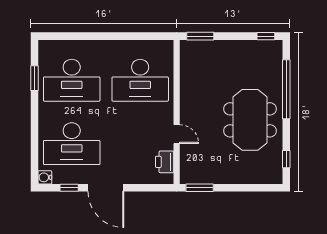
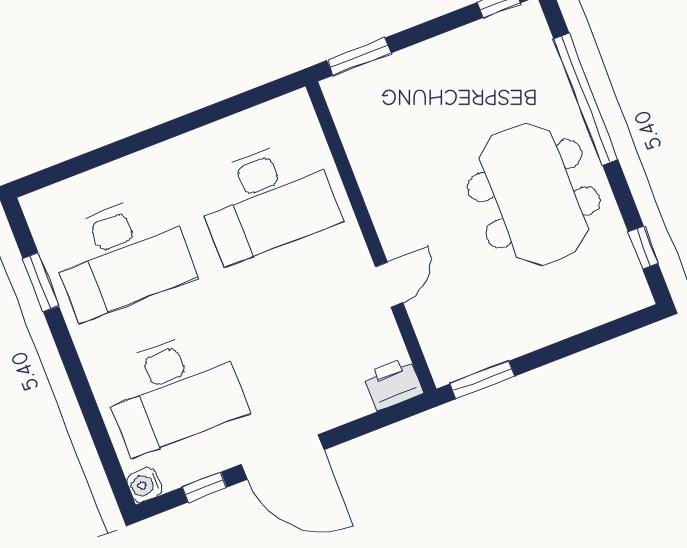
door: (177, 134) -> (389, 285), hinge flipped
printer: (165, 162) -> (393, 383), moved, turned 90

